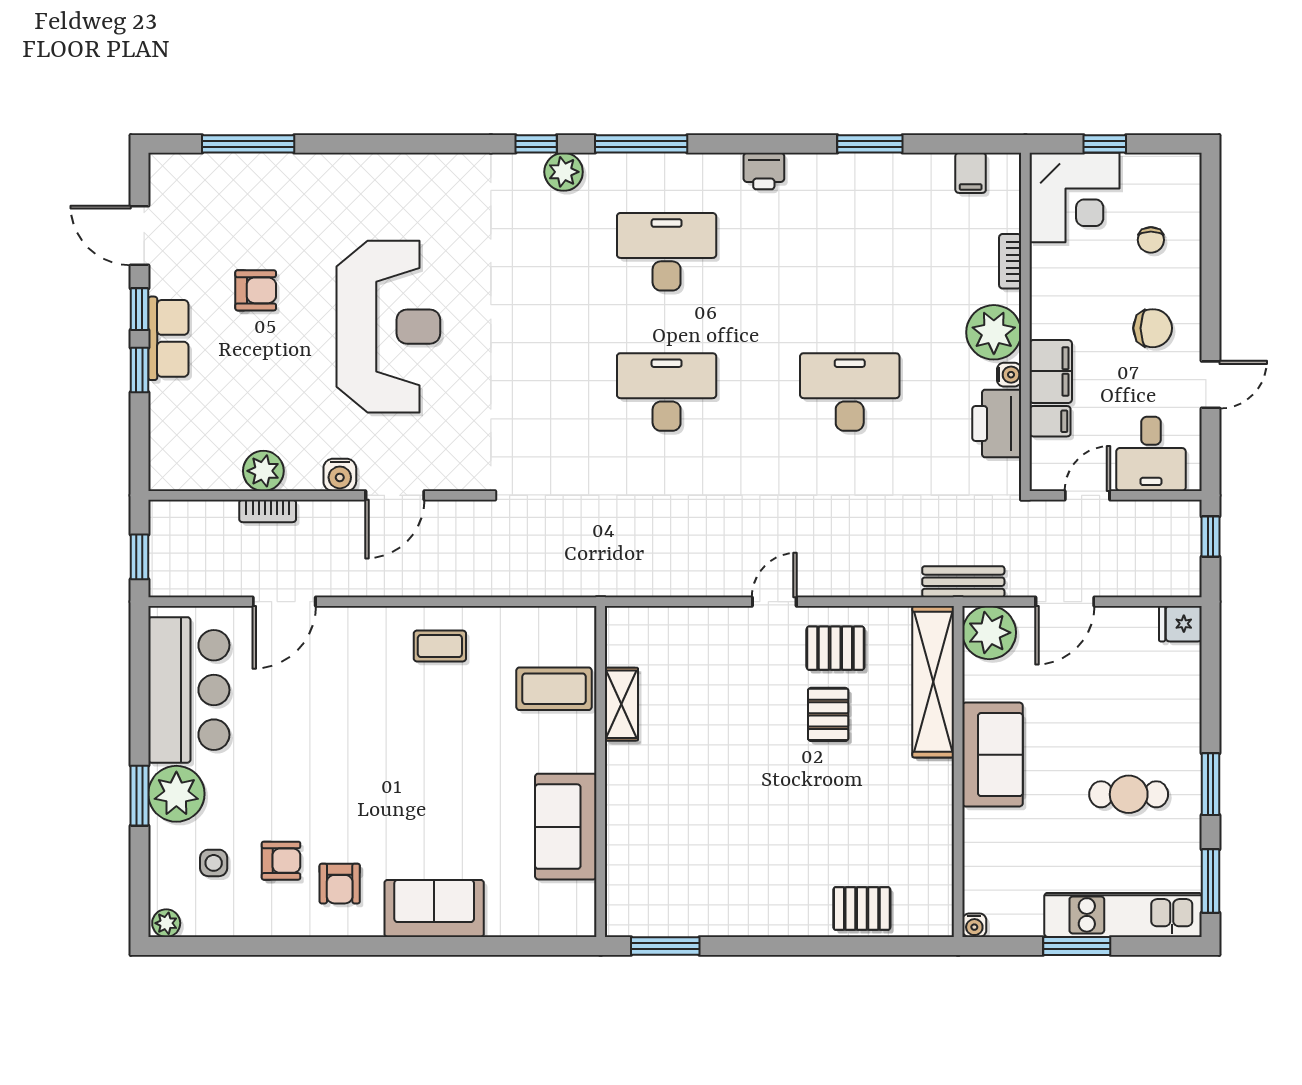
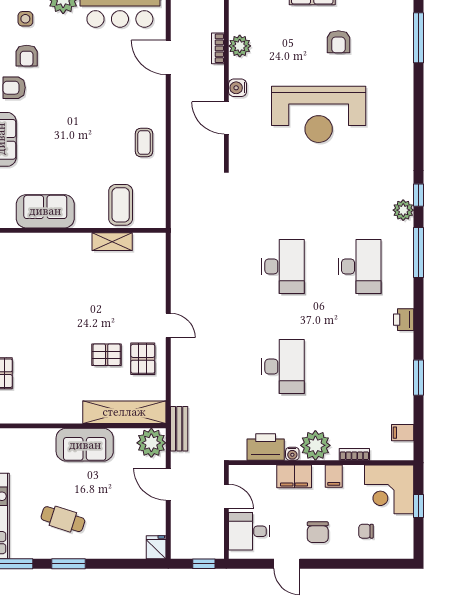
filing cabinet: (1050, 421) -> (334, 476), moved
cafe table: (1129, 794) -> (63, 519), turned -72

